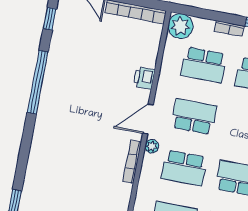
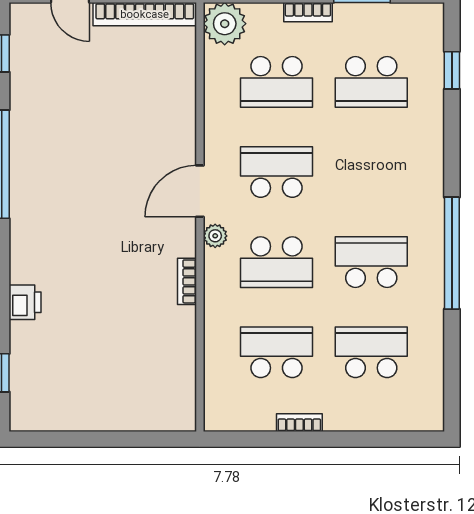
printer: (144, 78) -> (25, 302), moved, turned 180
bookcase: (132, 162) -> (187, 281), width x0.64

